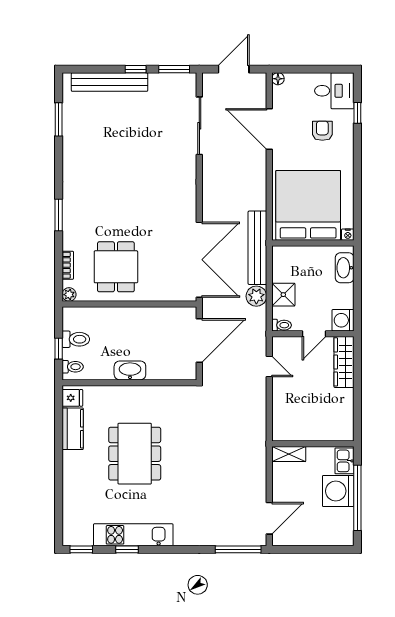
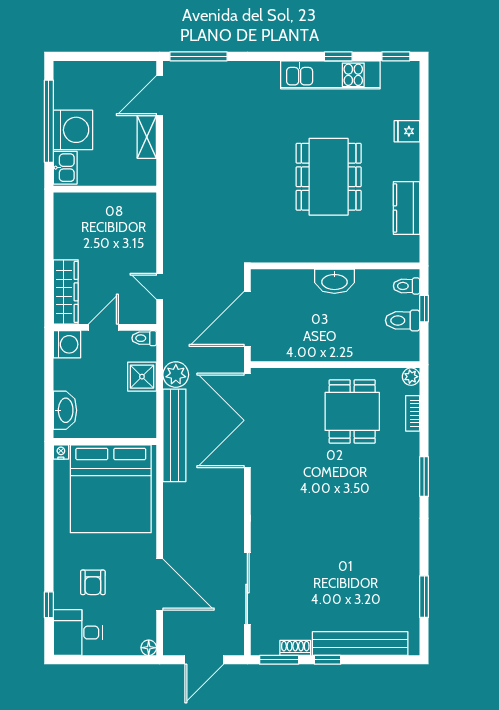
shoe rack: (161, 79) -> (295, 648), added
fridge: (72, 398) -> (407, 131), moved
shelving: (289, 454) -> (147, 137), moved, turned 90

